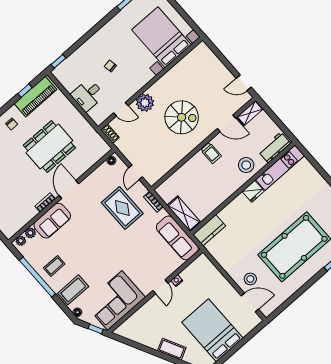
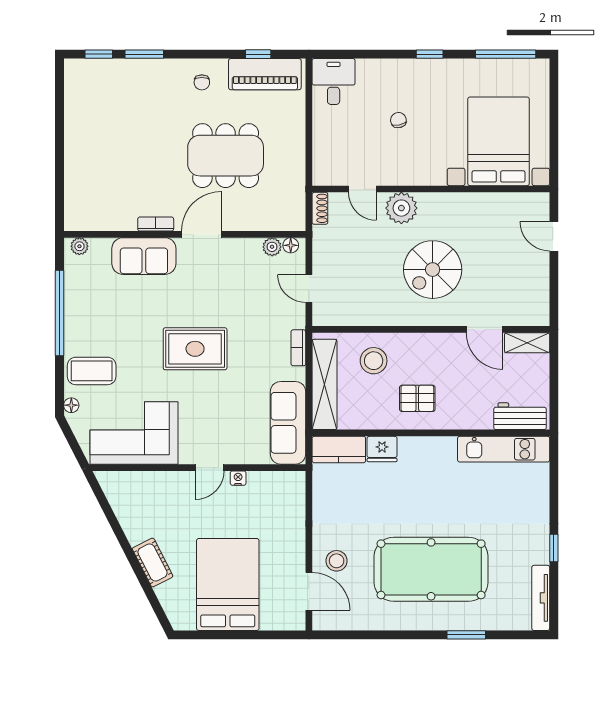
window: (58, 61) -> (430, 54), moved
door: (244, 83) -> (554, 236), moved
desk: (88, 95) -> (334, 81), moved, turned 90
spiral stairs: (182, 117) -> (433, 270), turned 90
trolley: (211, 153) -> (430, 350), removed
stool: (246, 165) -> (374, 361), moved
door: (136, 172) -> (309, 289), hinge flipped
pallet: (224, 178) -> (417, 398), added
fridge: (253, 191) -> (382, 449), moved
rug: (122, 208) -> (195, 349), moved, turned 90
shelving: (184, 214) -> (324, 384), width x1.47
plant: (30, 233) -> (272, 247), moved
coffee table: (54, 266) -> (94, 318), removed
window: (96, 329) -> (76, 448), removed

